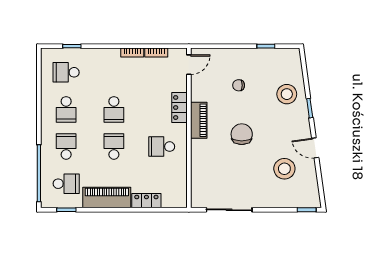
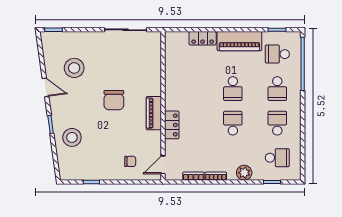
plant: (102, 56) -> (244, 173), added
chair: (239, 85) -> (130, 161), moved
school desk: (162, 147) -> (188, 89), removed

